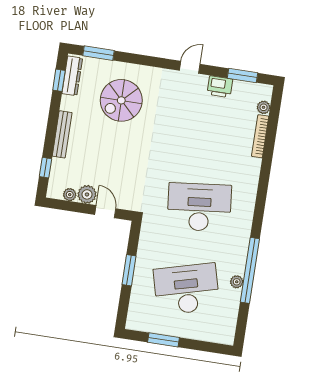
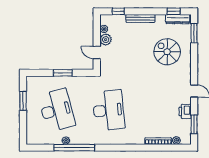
door: (105, 212) -> (97, 53), swing flipped

